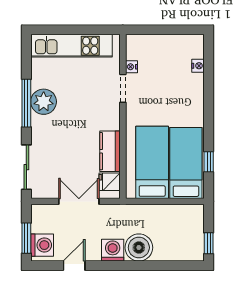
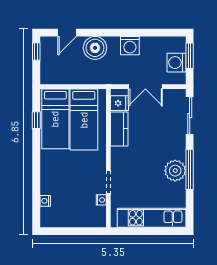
washing machine: (42, 245) -> (176, 63), moved
washing machine: (113, 250) -> (130, 46), moved
door: (74, 266) -> (67, 33), moved

